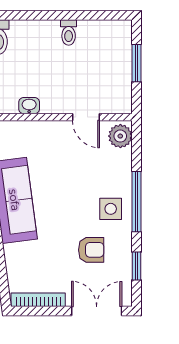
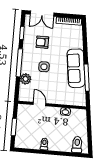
plant: (120, 136) -> (26, 79), moved
side table: (111, 209) -> (44, 67), moved

